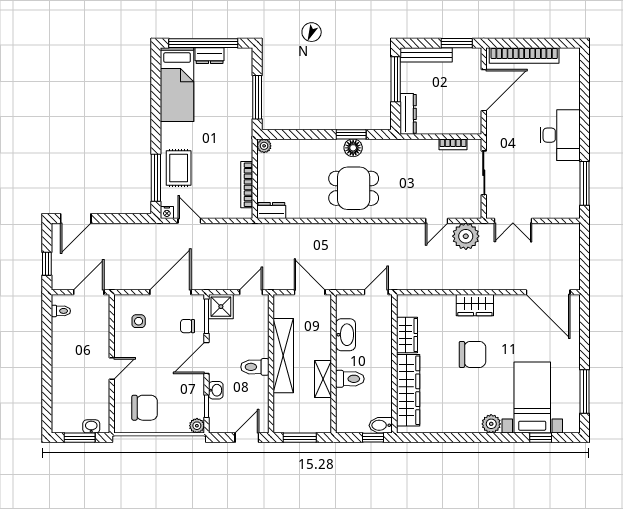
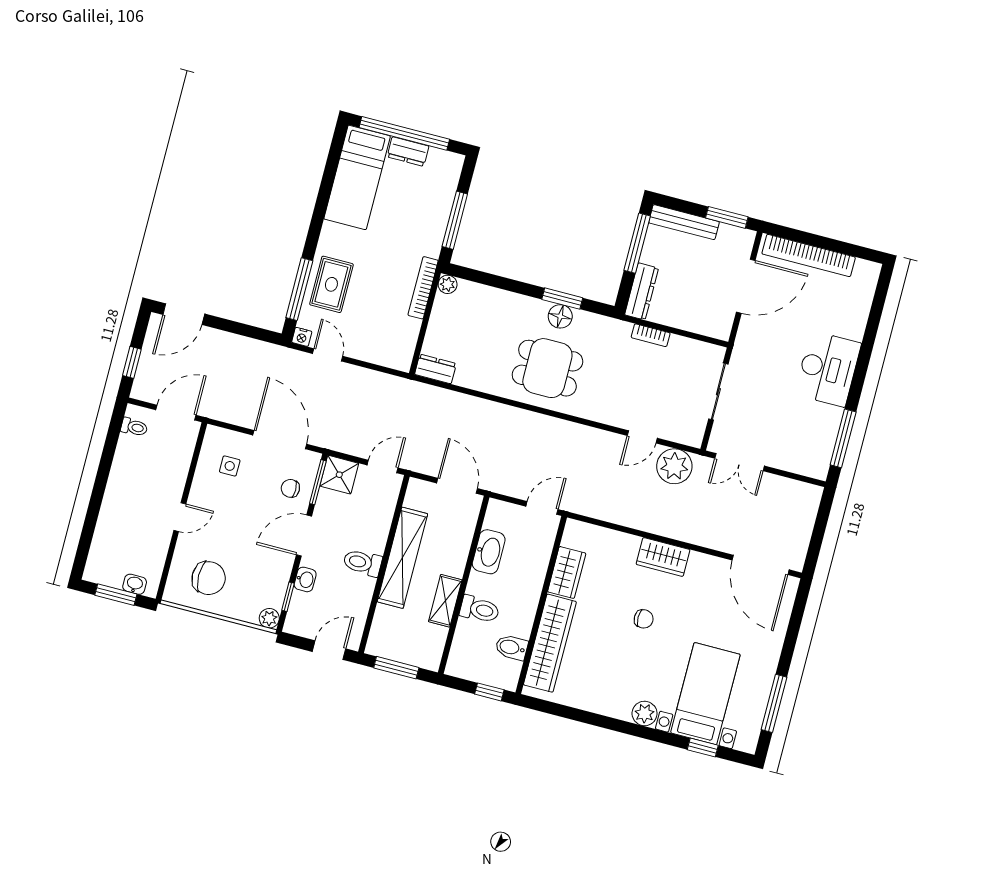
bookcase: (453, 144) -> (651, 335), moved
bookcase: (247, 185) -> (423, 288), moved
door: (170, 292) -> (280, 440), hinge flipped
chair: (472, 354) -> (644, 619), width x0.54, depth x0.54
bidet: (381, 425) -> (511, 647), moved

